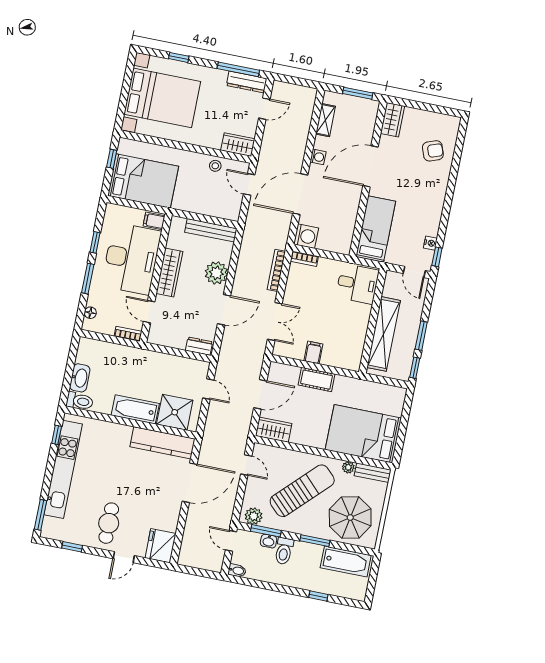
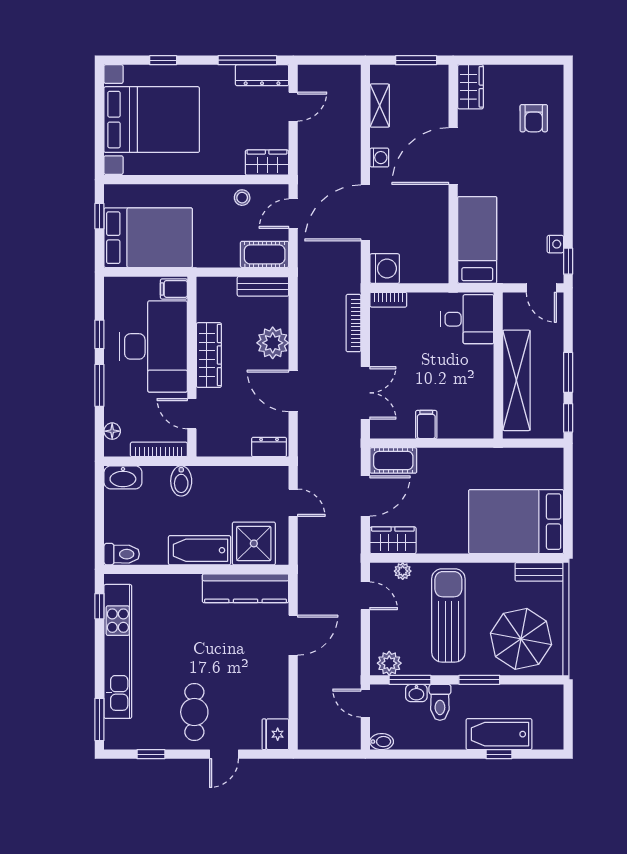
armchair: (433, 151) -> (534, 118), turned 110
door: (249, 184) -> (293, 214), hinge flipped
cot: (223, 209) -> (265, 254), added
bench: (211, 230) -> (263, 286), width x0.73
door: (224, 310) -> (293, 391), swing flipped
bookcase: (128, 334) -> (159, 449), width x1.56
bidet: (132, 358) -> (181, 481), added
washbasin: (80, 378) -> (123, 477), moved, turned 90
cot: (316, 380) -> (393, 460), moved
plant: (348, 467) -> (403, 571), moved
door: (190, 483) -> (293, 635), width x0.73
sun lounger: (302, 491) -> (448, 615), turned -45
fridge: (161, 546) -> (275, 734), width x0.73, depth x0.75
bathtub: (346, 561) -> (499, 734), moved, turned 180

